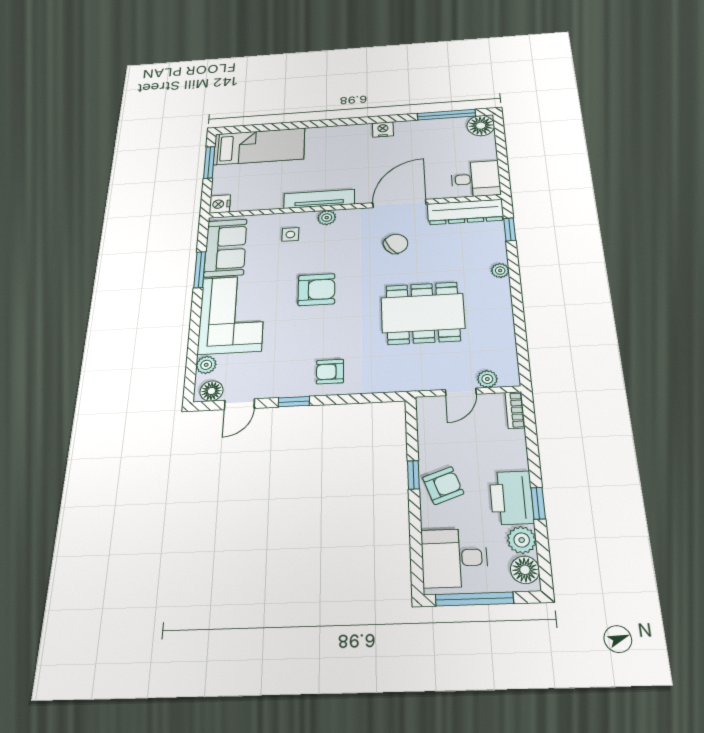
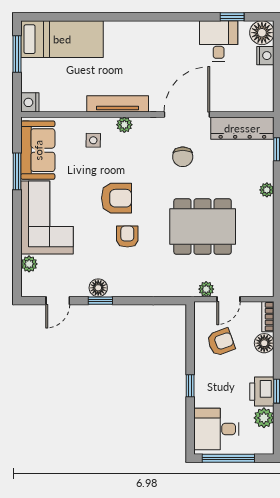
window: (446, 115) -> (232, 17), width x0.46
nightstand: (383, 129) -> (265, 56), moved, turned 90
desk: (476, 179) -> (219, 41), moved, turned -90
chair: (396, 244) -> (183, 157), turned 124
armchair: (330, 372) -> (127, 237), moved, turned 90
plant: (487, 379) -> (206, 289), moved
floor lamp: (211, 391) -> (98, 288), moved
window: (413, 475) -> (190, 386), moved
armchair: (443, 486) -> (221, 342), moved
printer: (512, 498) -> (262, 392), width x0.73, depth x0.84
floor lamp: (525, 570) -> (264, 343), moved

